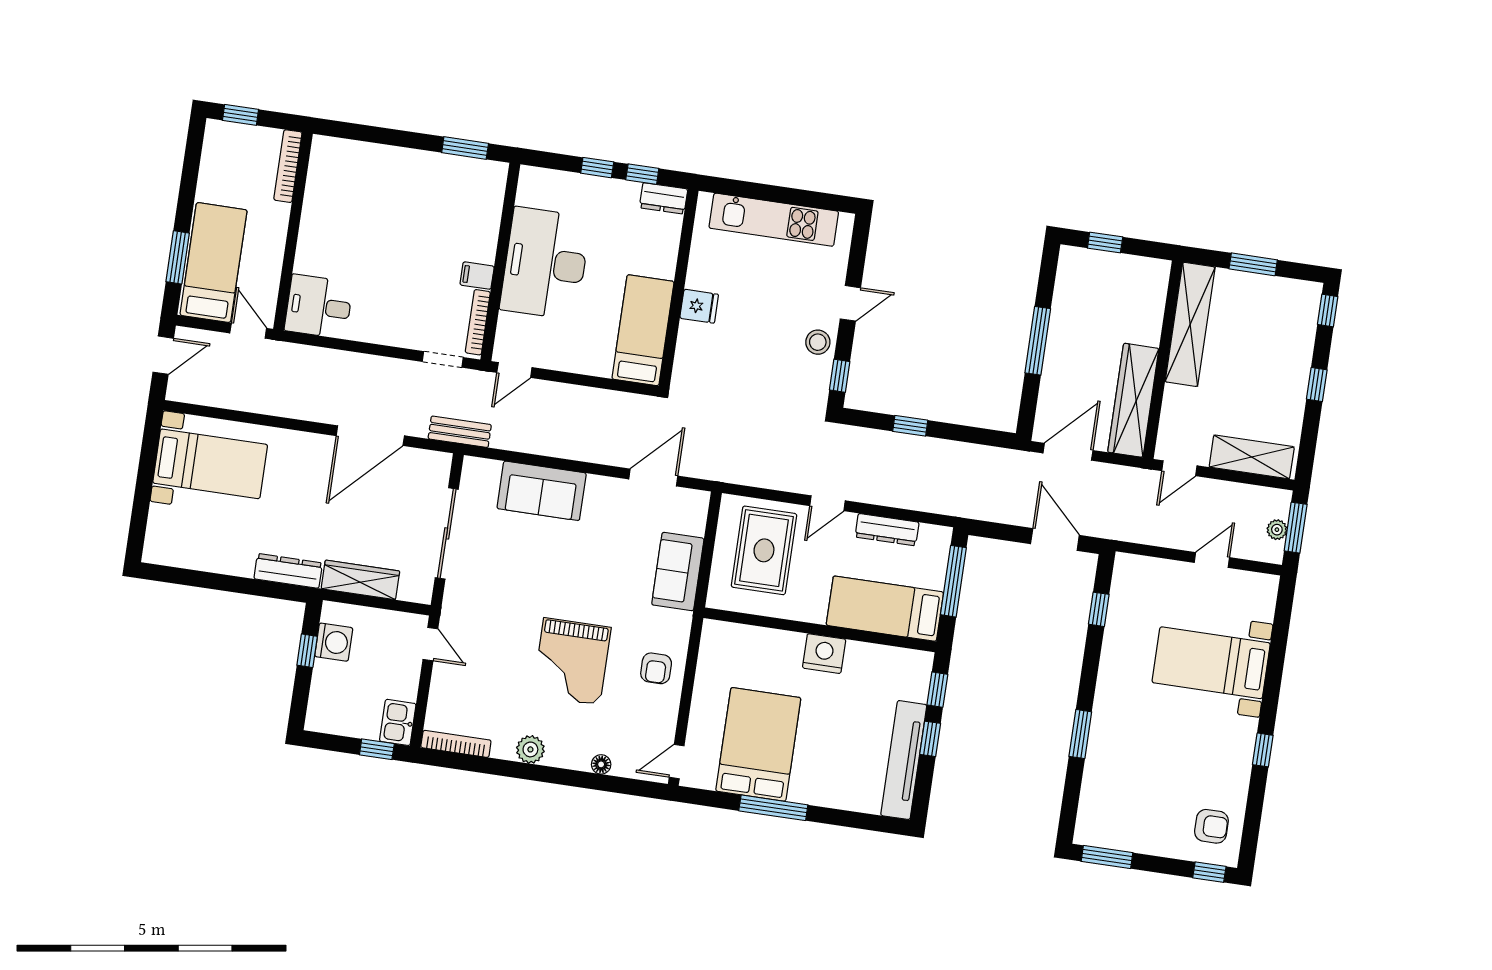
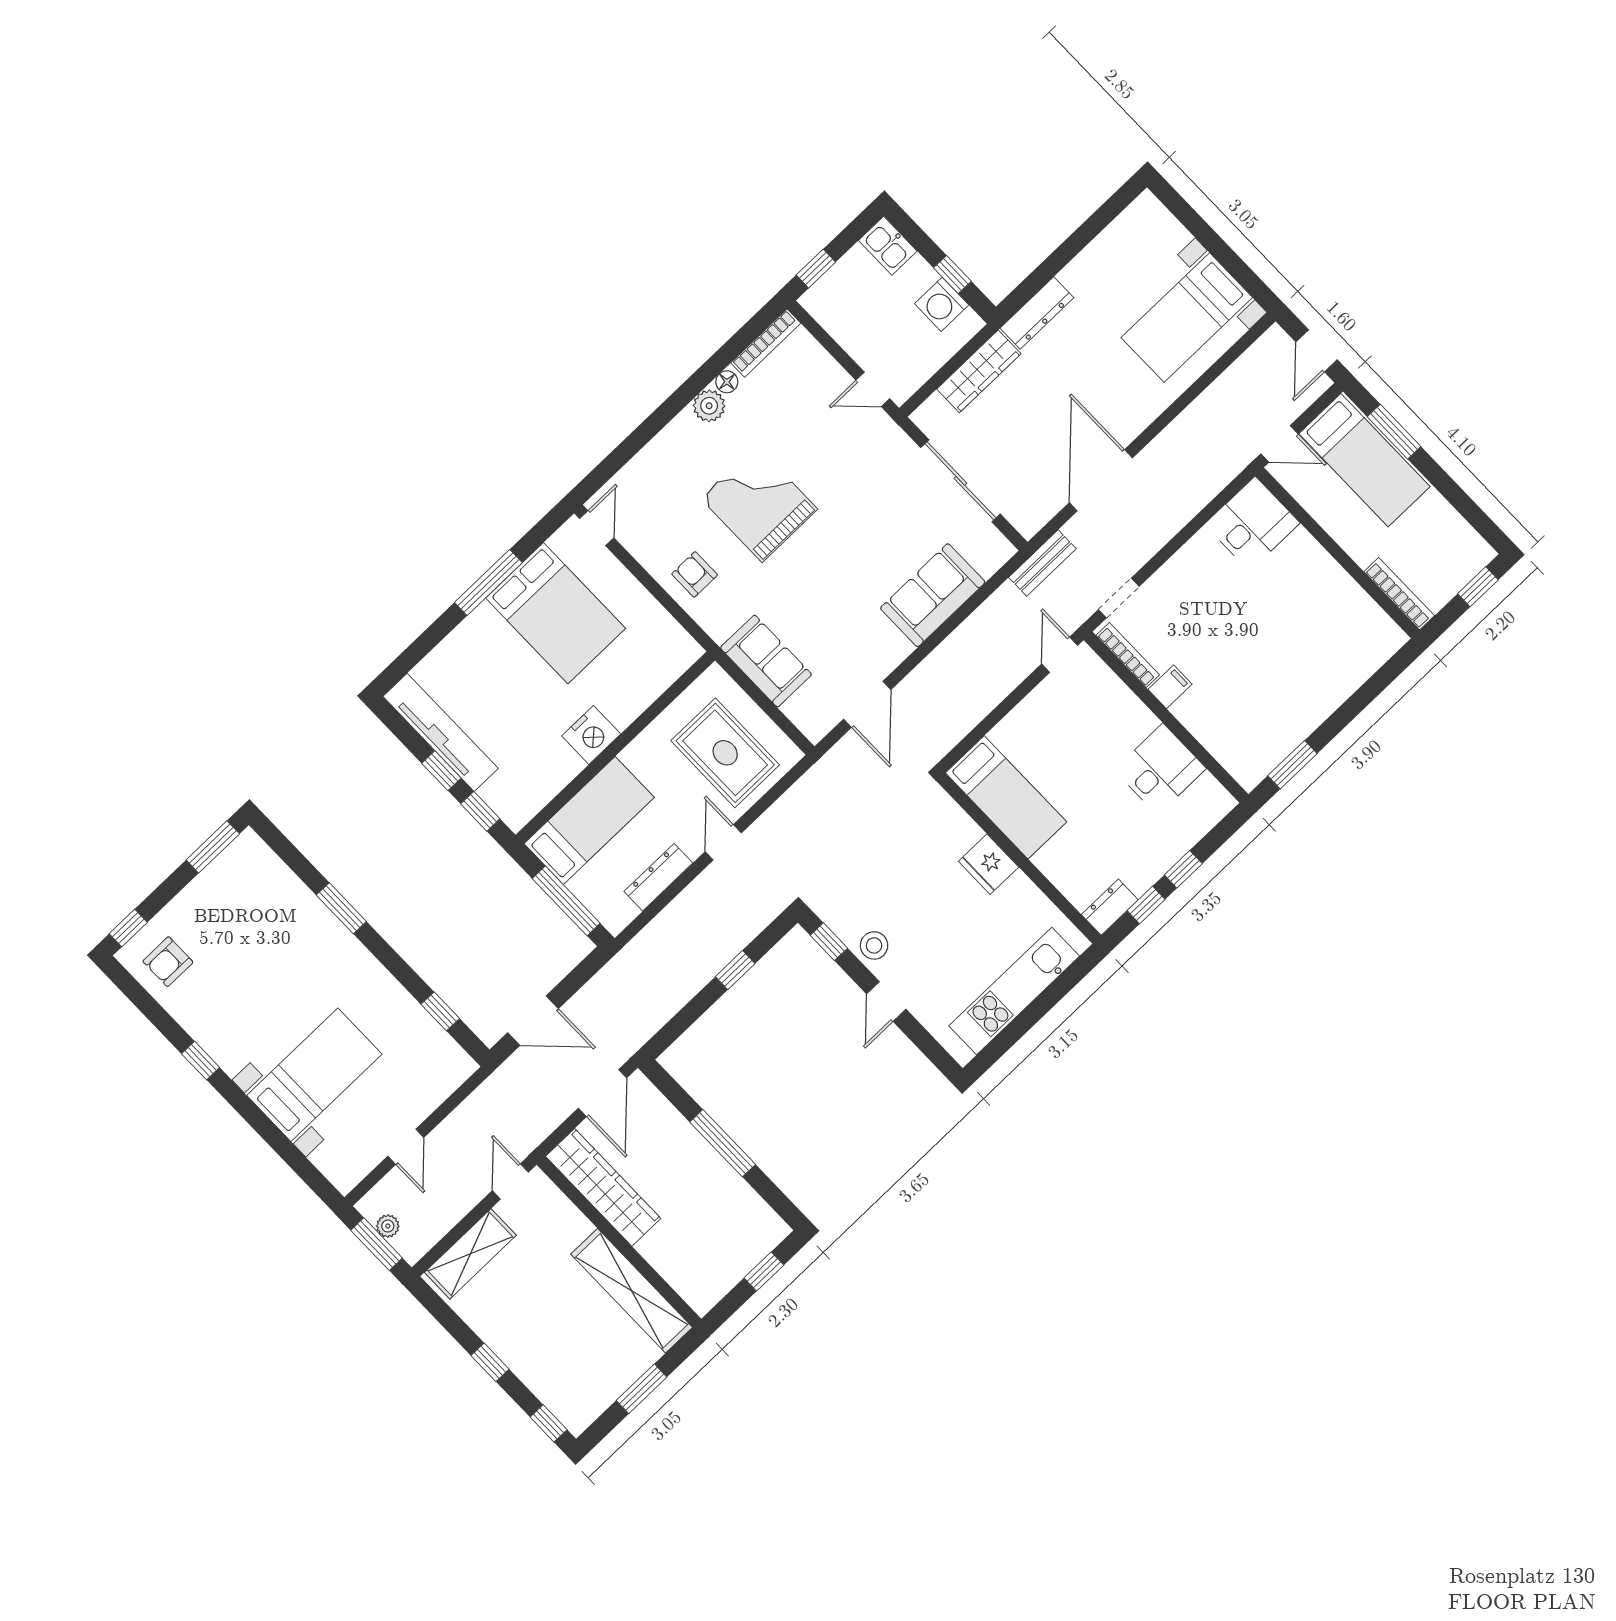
desk: (545, 263) -> (1160, 769), width x0.53, depth x0.77
fridge: (699, 306) -> (989, 864), width x1.38
kitchen sink: (398, 722) -> (888, 246), moved, turned 180
floor lamp: (601, 764) -> (727, 382), moved

